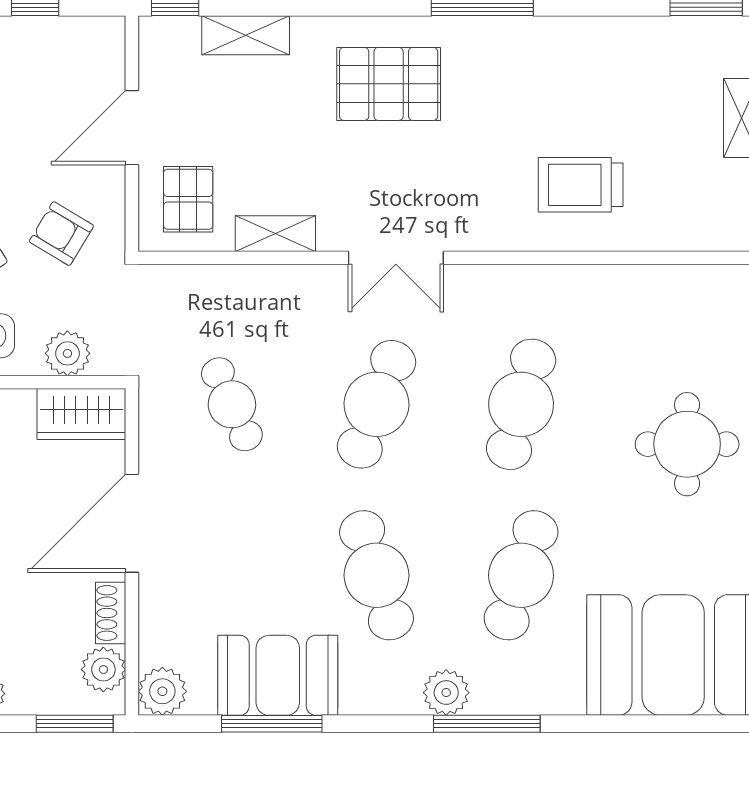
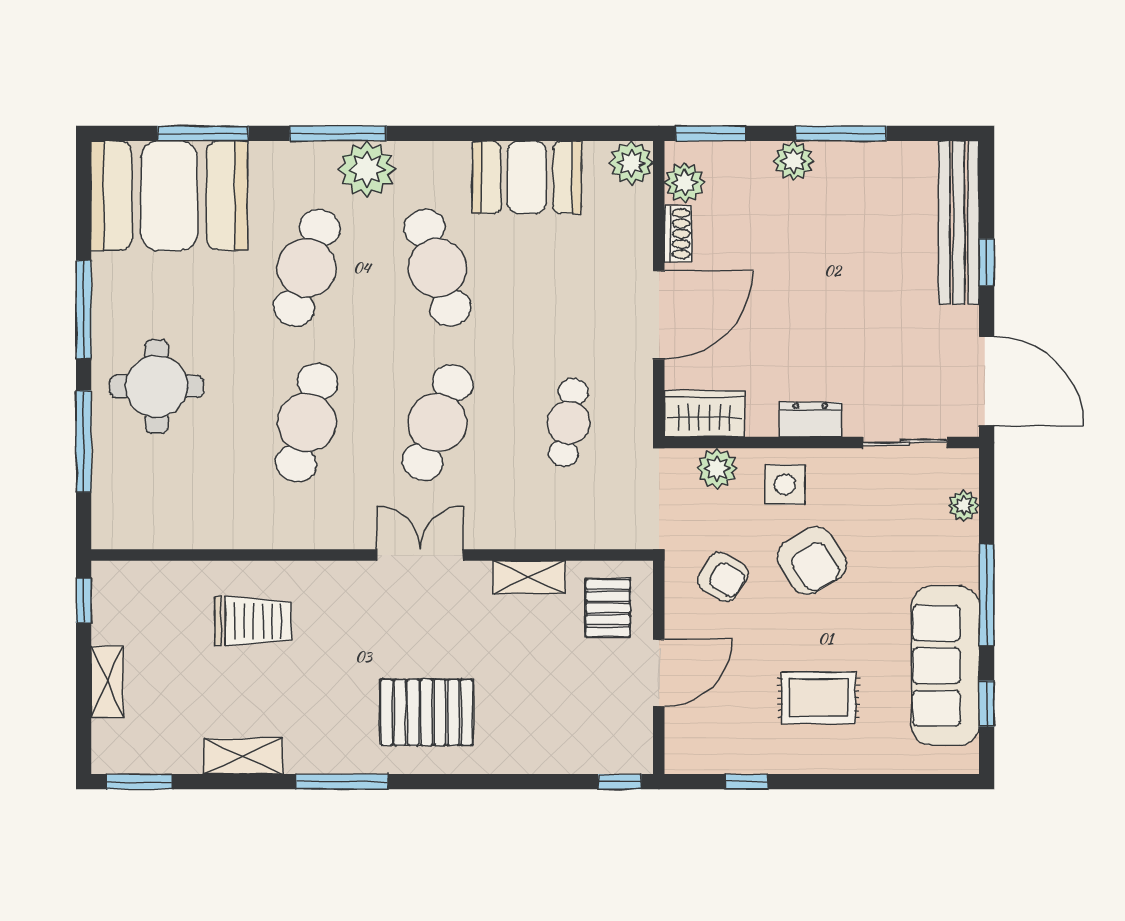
shelving: (246, 35) -> (243, 756), moved
cafe table: (232, 404) -> (568, 423), turned 33
plant: (446, 693) -> (367, 169), width x1.36, depth x1.36
window: (272, 724) -> (203, 133), moved

